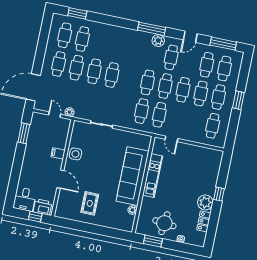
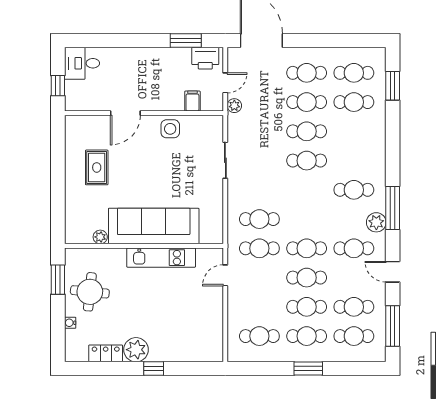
cafe table: (147, 82) -> (354, 190), moved
filing cabinet: (58, 153) -> (192, 101), moved
rug: (90, 203) -> (97, 167), turned 90
printer: (43, 207) -> (205, 58), moved, turned 90

